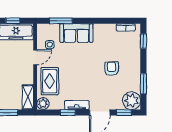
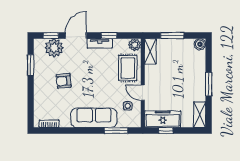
sofa: (76, 33) -> (94, 118), width x1.36
window: (143, 41) -> (31, 110), removed
door: (35, 57) -> (143, 93), hinge flipped
armchair: (112, 69) -> (64, 81), turned 85
plant: (132, 101) -> (54, 48), moved

